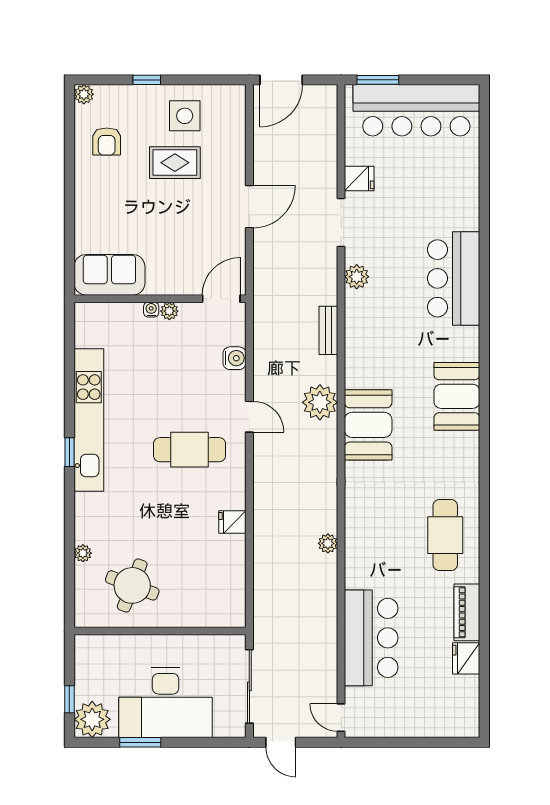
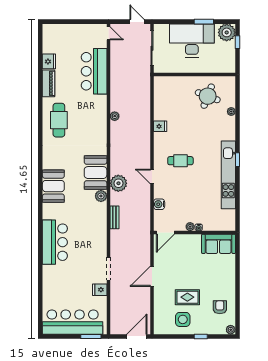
plant: (357, 277) -> (101, 196), moved
cafe table: (190, 450) -> (180, 161), width x0.73, depth x0.74

